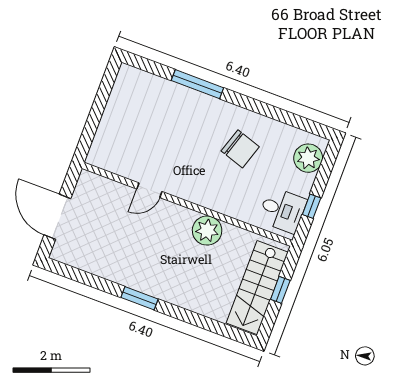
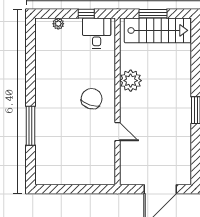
chair: (240, 149) -> (92, 99), moved
plant: (308, 158) -> (58, 24), width x0.53, depth x0.53
window: (280, 290) -> (153, 14), width x1.50

